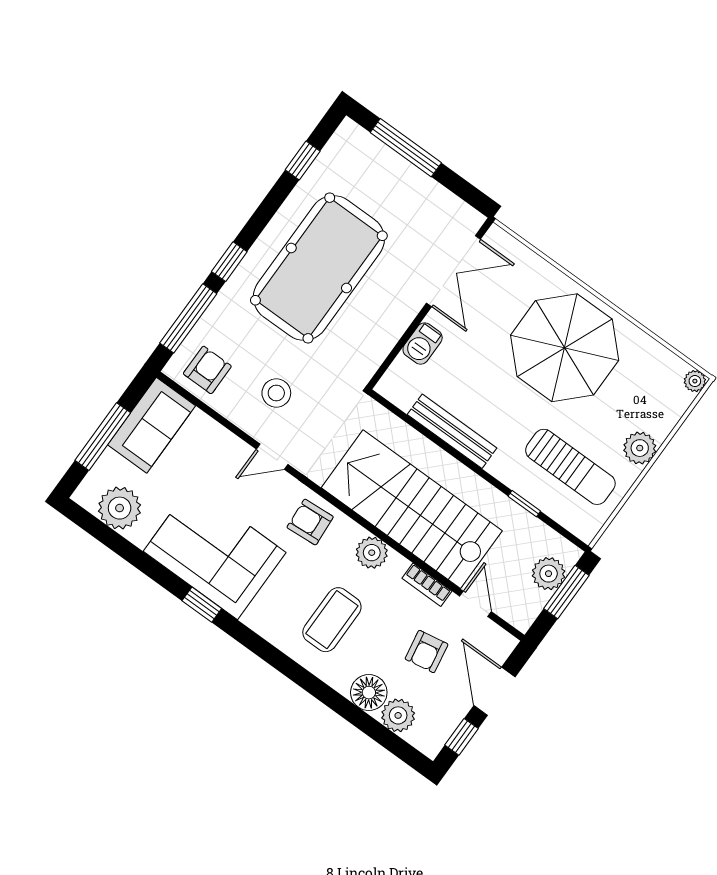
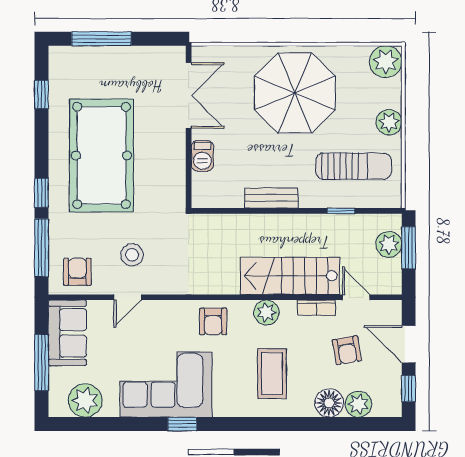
plant: (695, 381) -> (386, 62), width x1.87, depth x1.87
bench: (452, 431) -> (271, 198), width x0.73
door: (272, 457) -> (127, 297), moved
stairs: (412, 509) -> (290, 276), width x0.73, depth x0.66
armchair: (310, 522) -> (213, 321), turned -86

